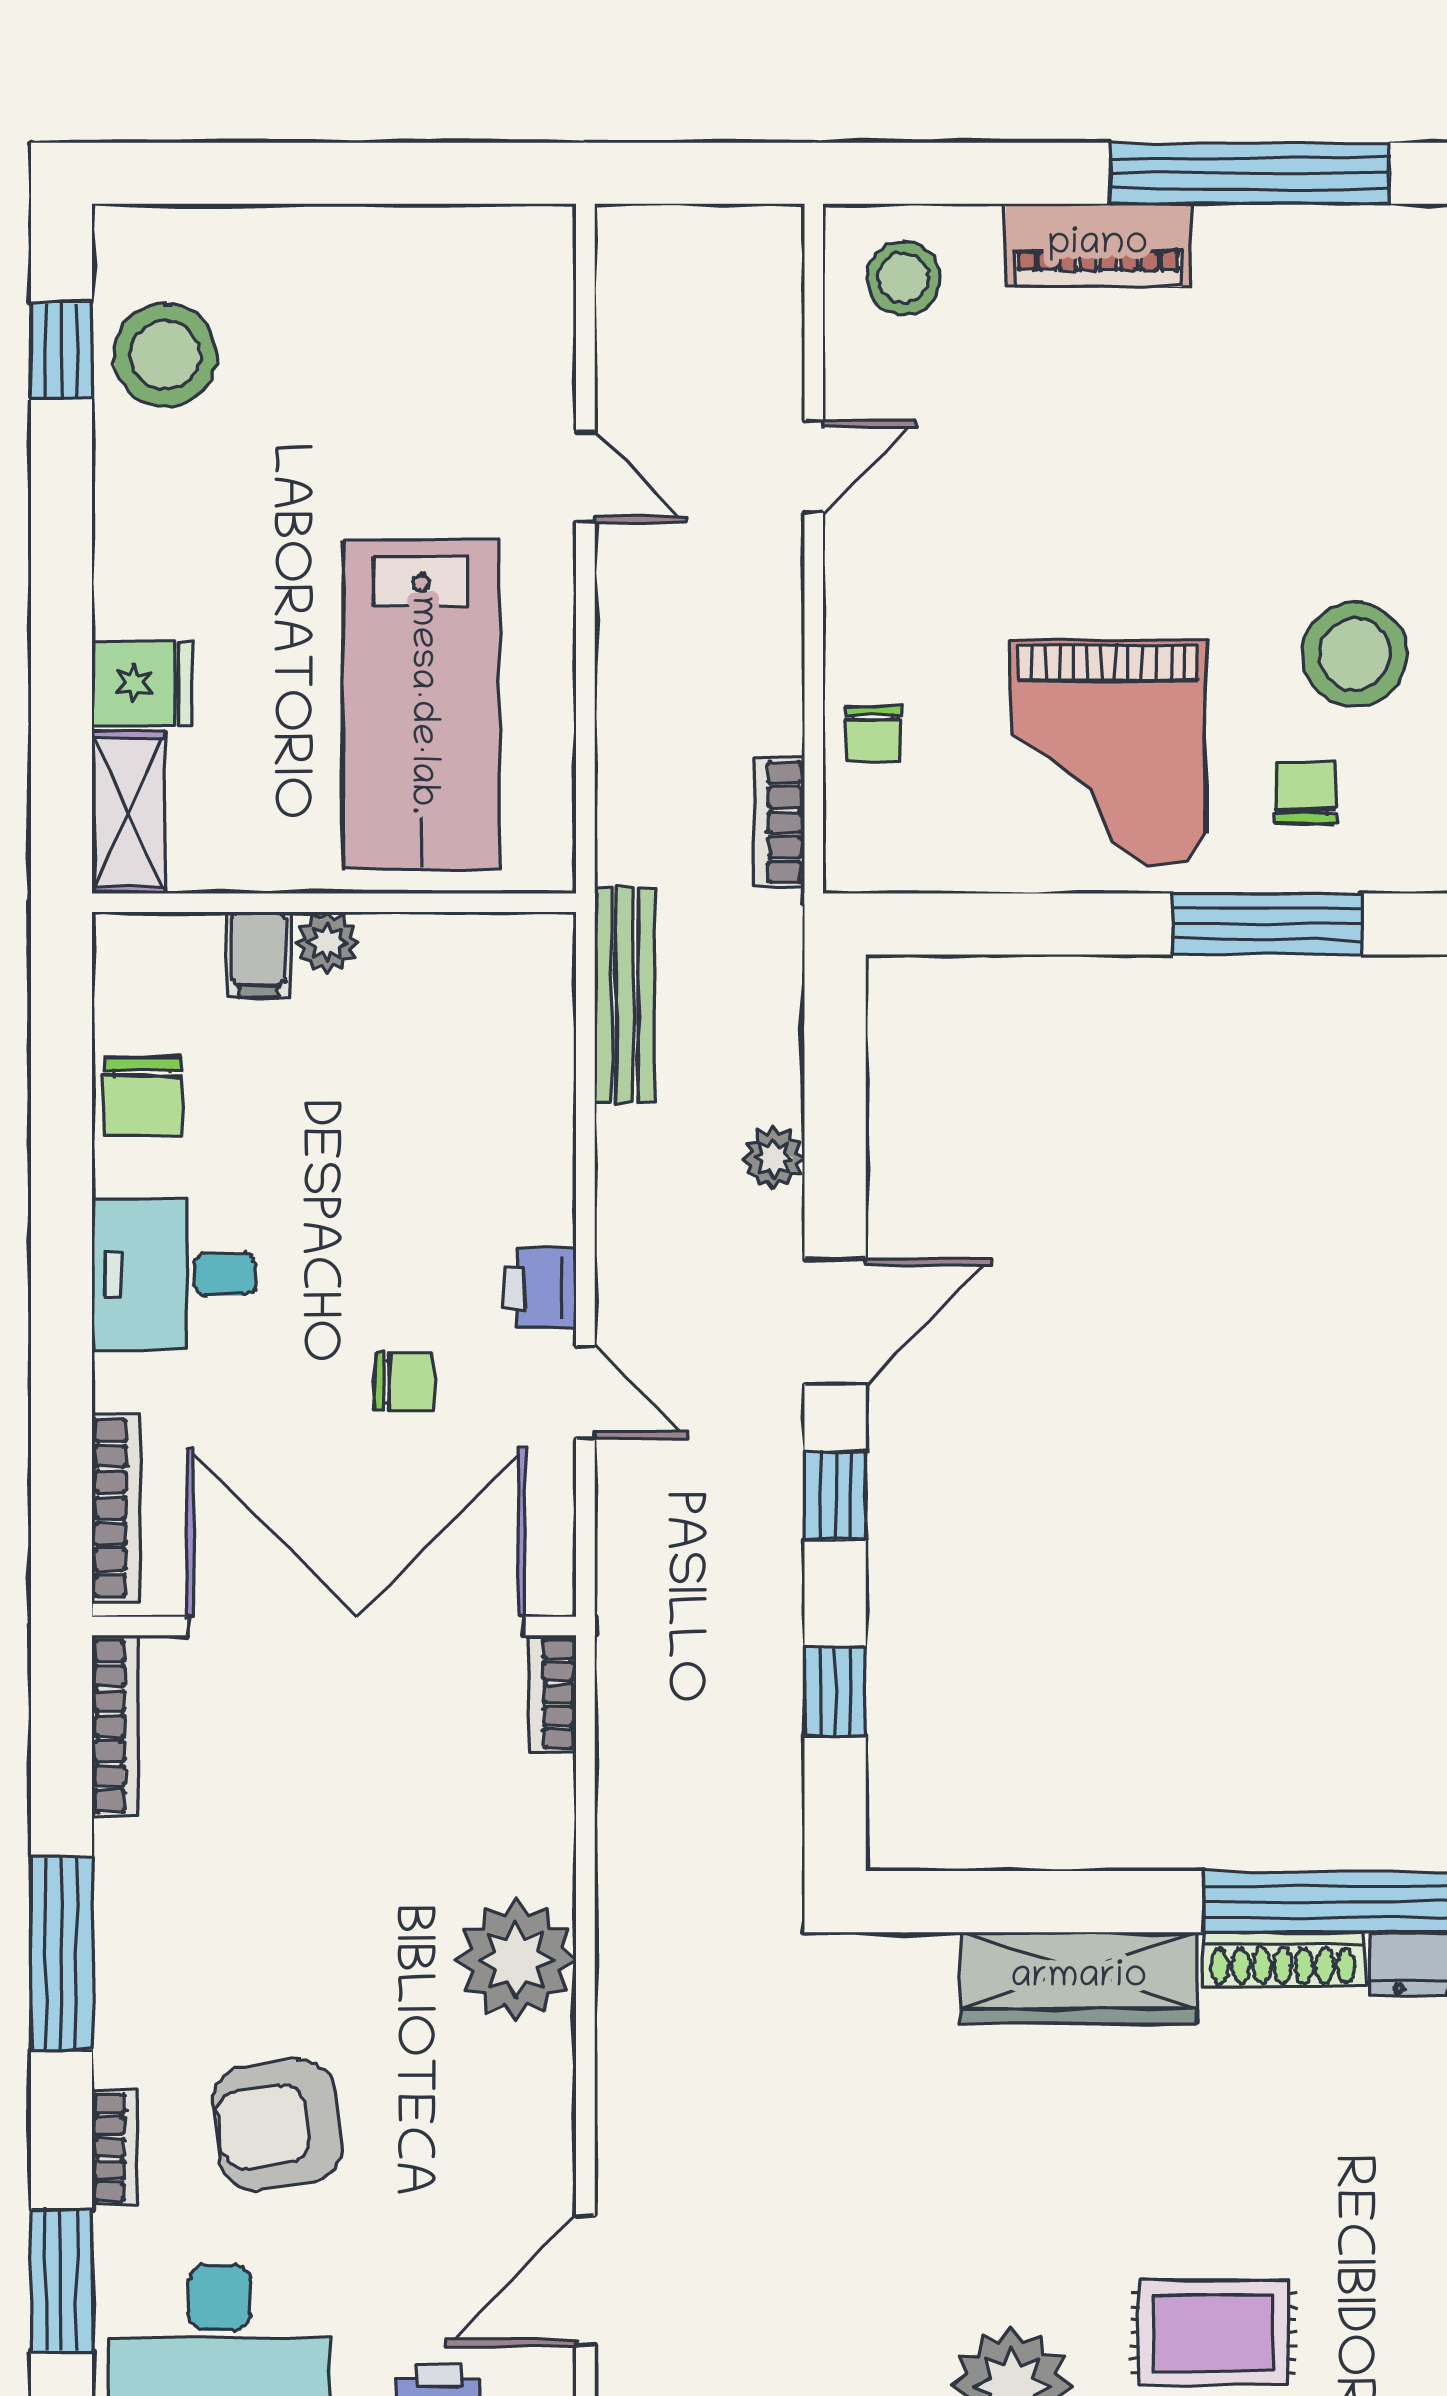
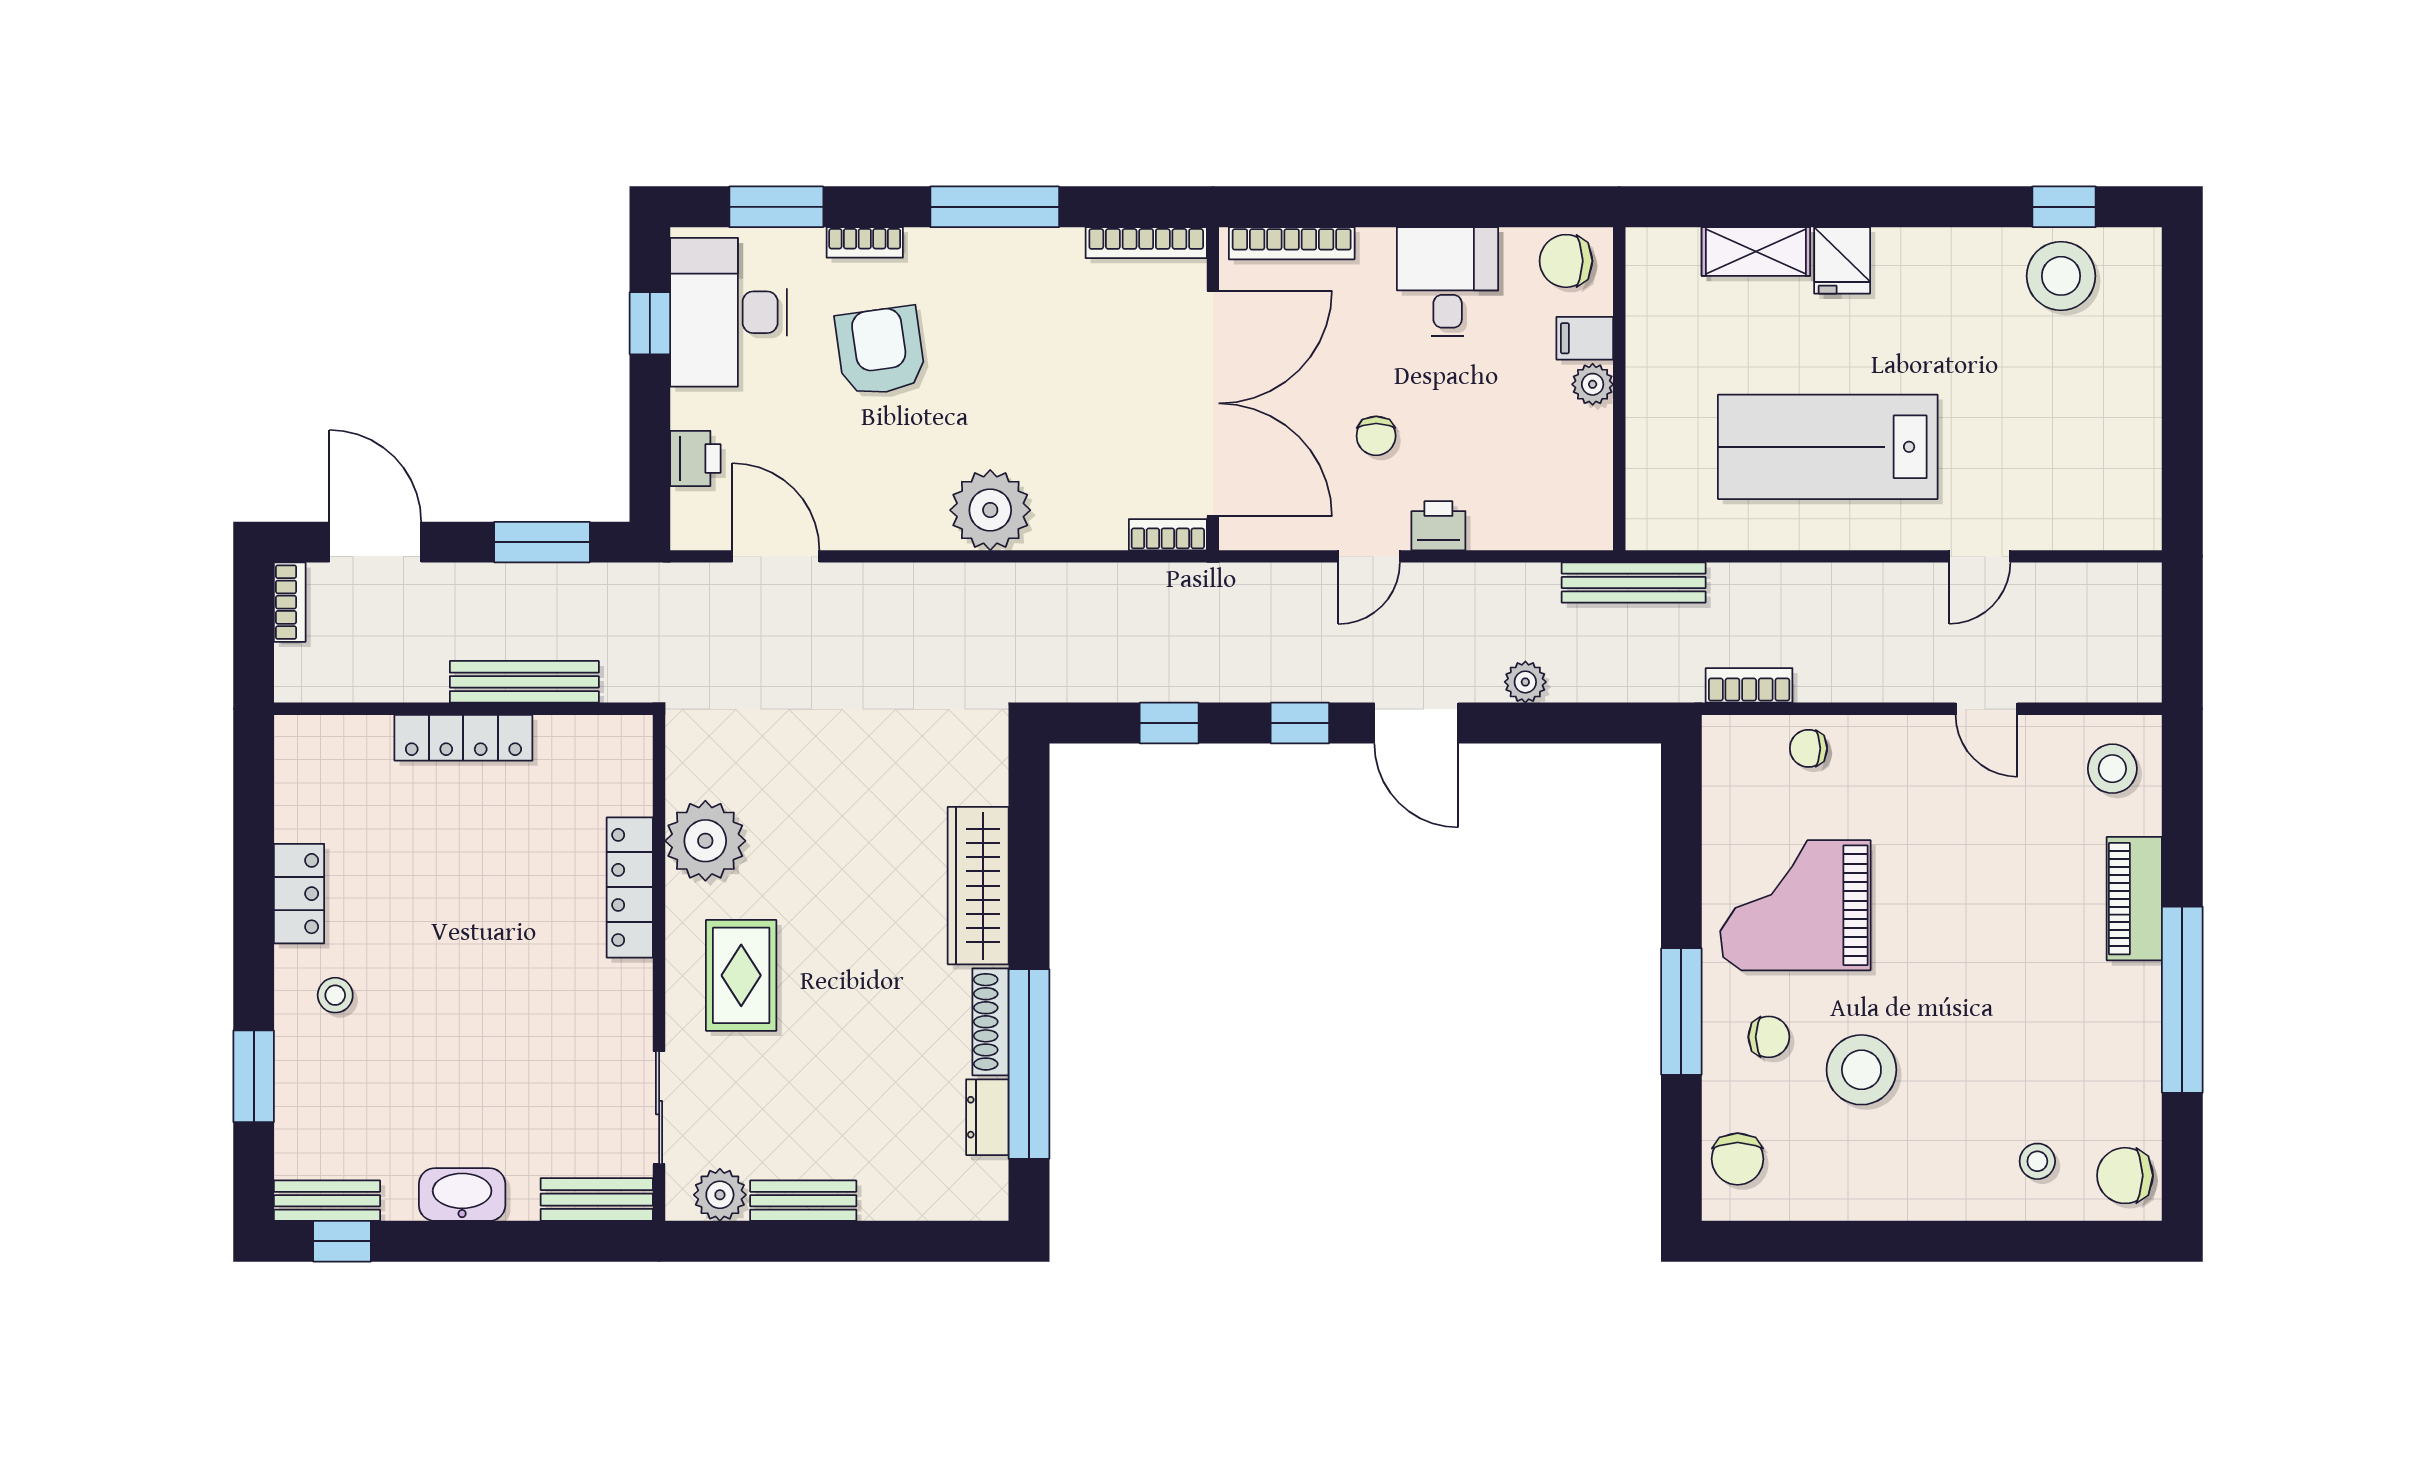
wall: (334, 903) -> (1619, 389), moved
plant: (327, 943) -> (1593, 384), moved
filing cabinet: (258, 954) -> (1585, 338), moved

